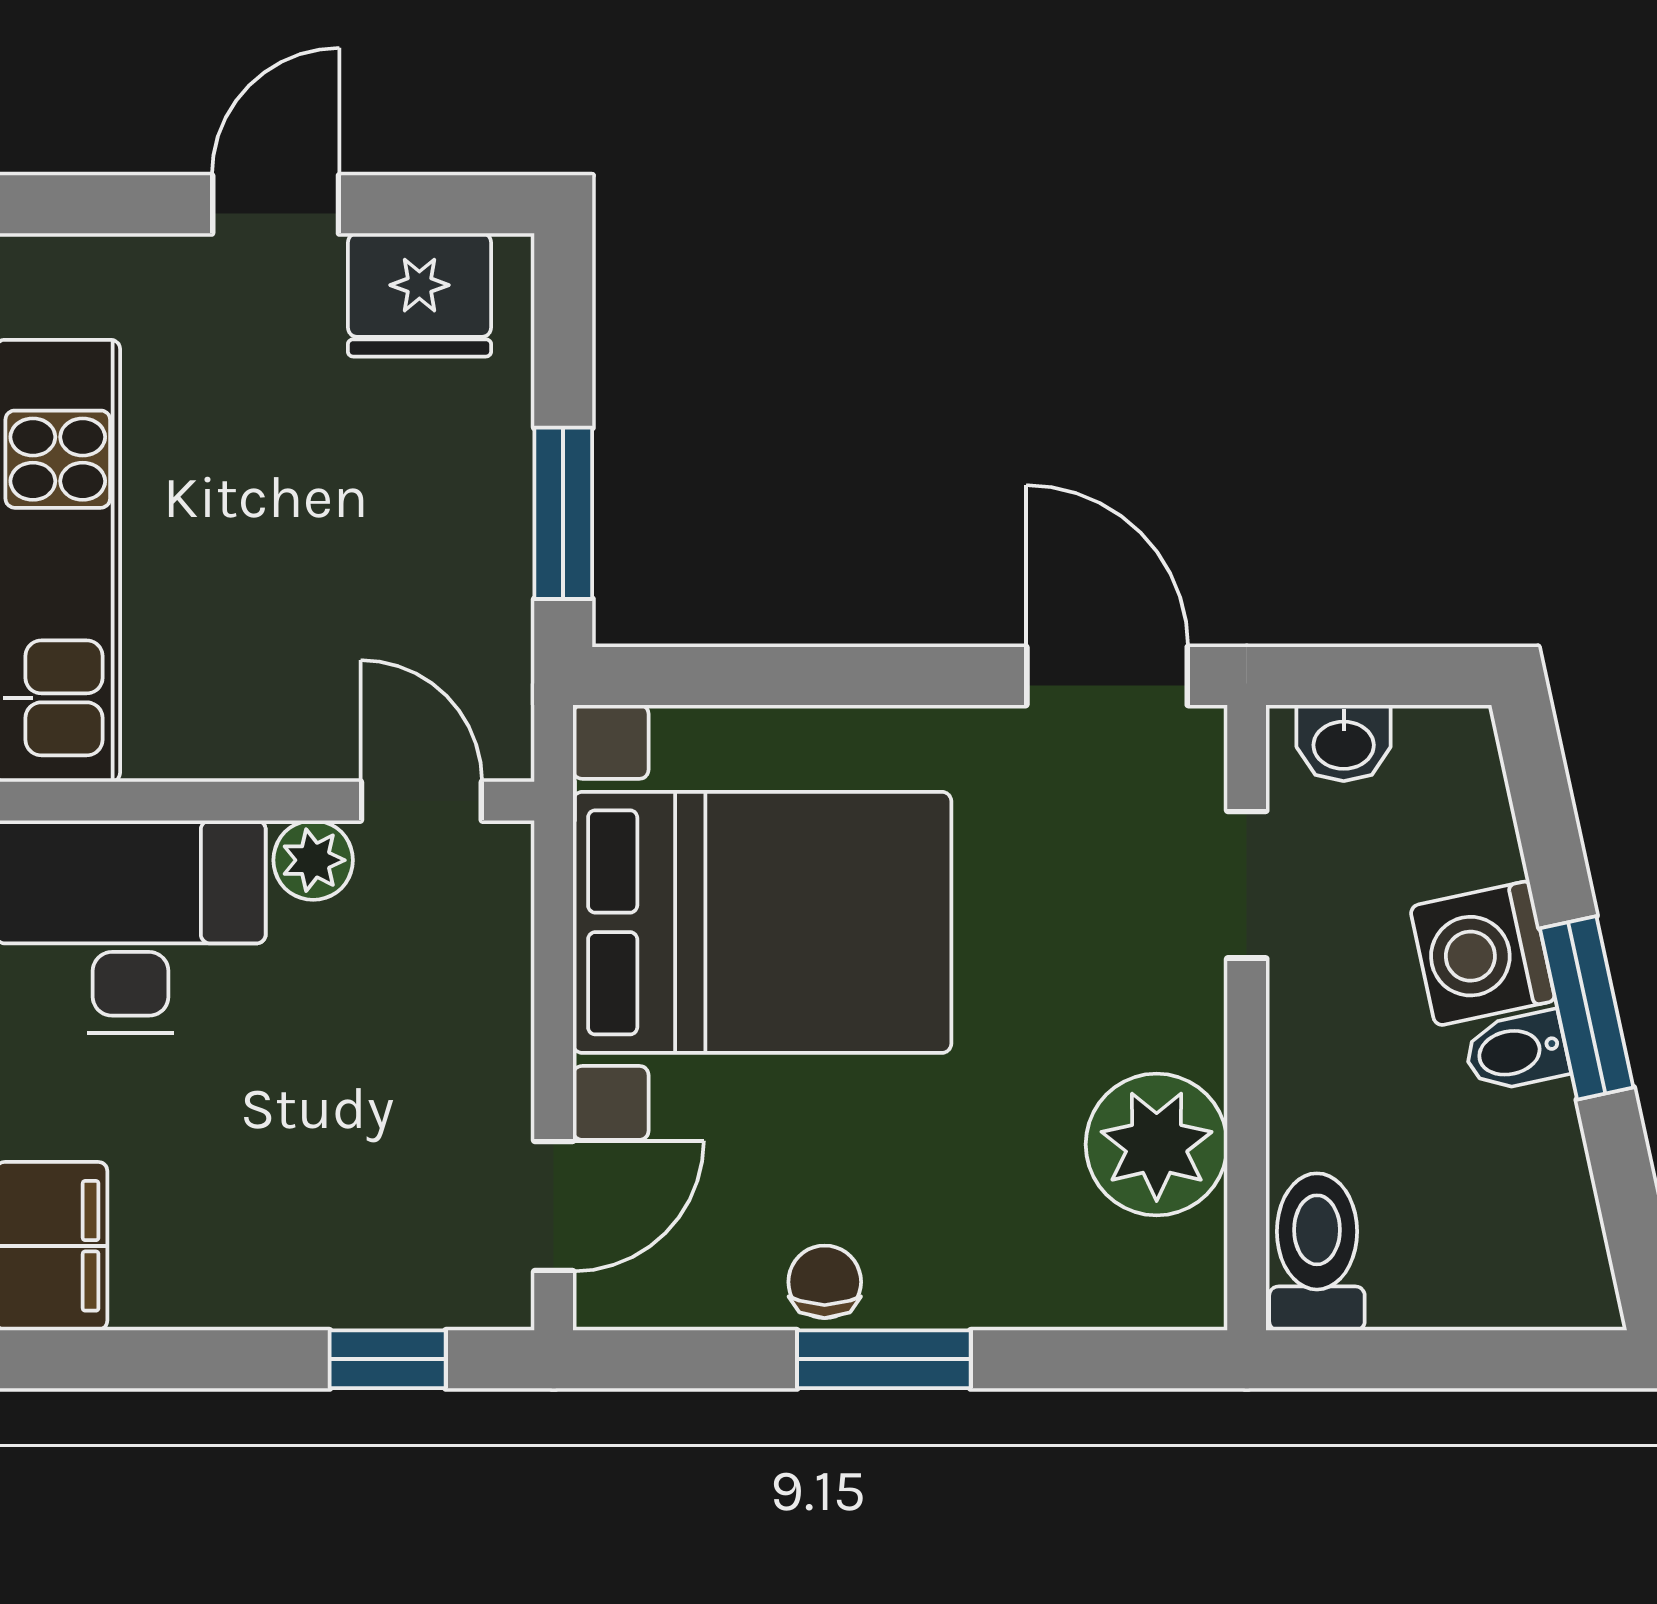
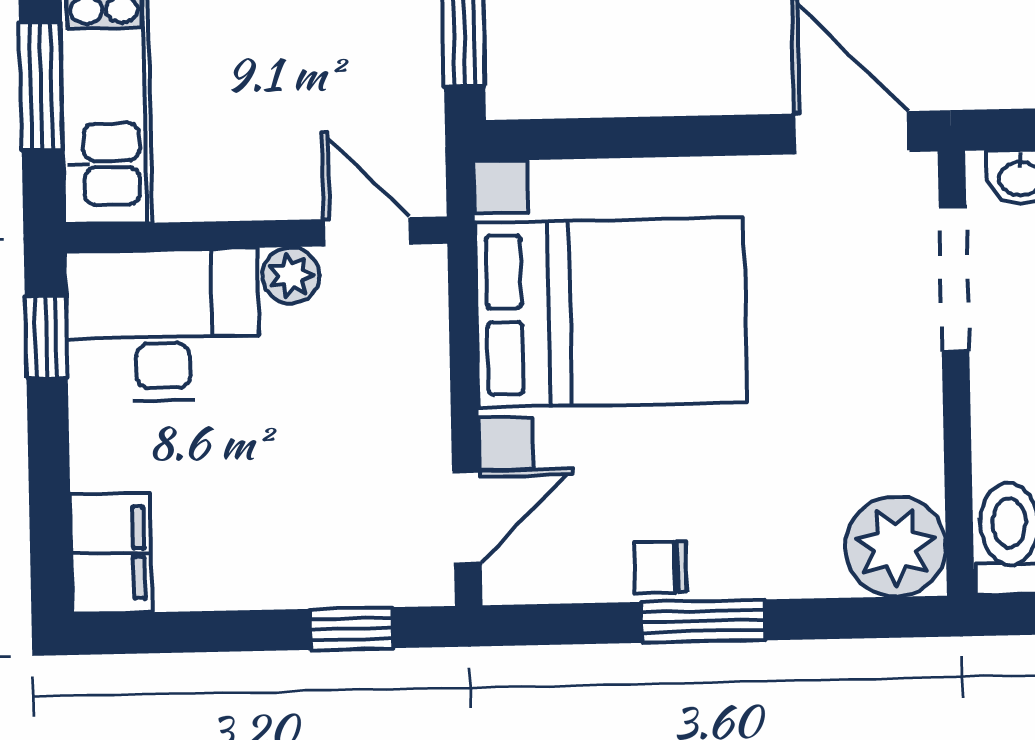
doorway: (1247, 885) -> (954, 279), width x1.38
plant: (1157, 1144) -> (896, 546), moved
chair: (825, 1282) -> (660, 567), turned -90

